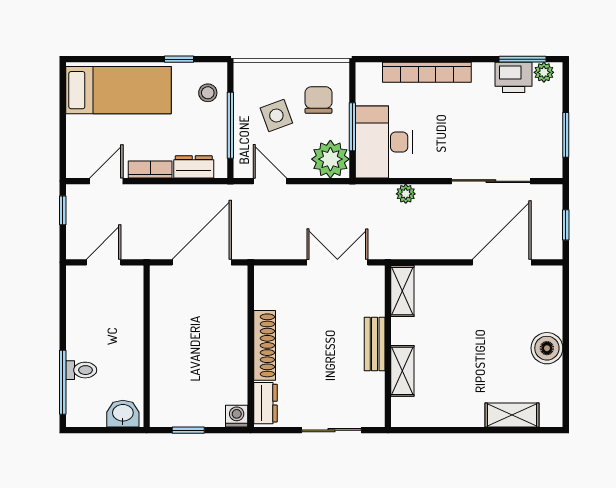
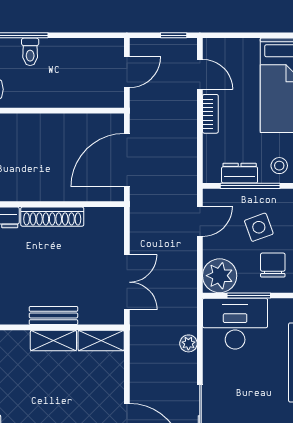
chair: (318, 100) -> (273, 265), turned -90
dresser: (194, 167) -> (240, 173), moved, turned -90
door: (104, 262) -> (127, 72), hinge flipped
door: (202, 262) -> (127, 160), swing flipped
shelving: (402, 371) -> (53, 341), moved

